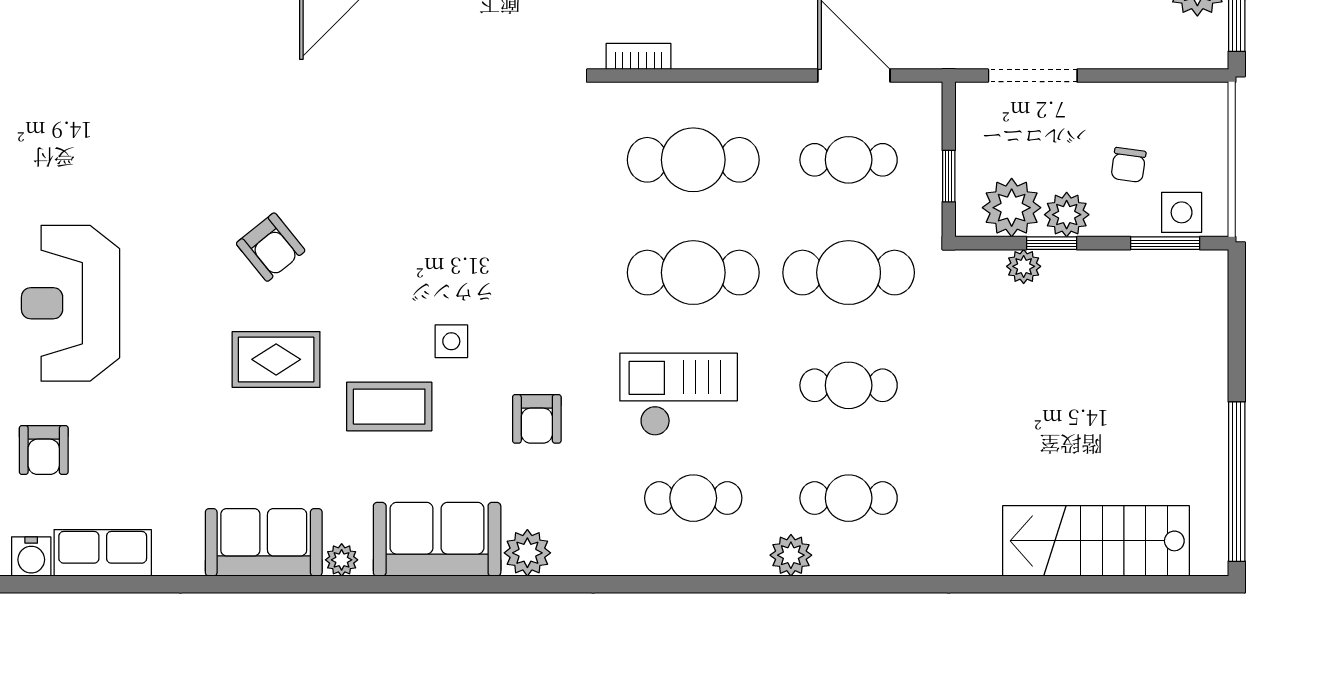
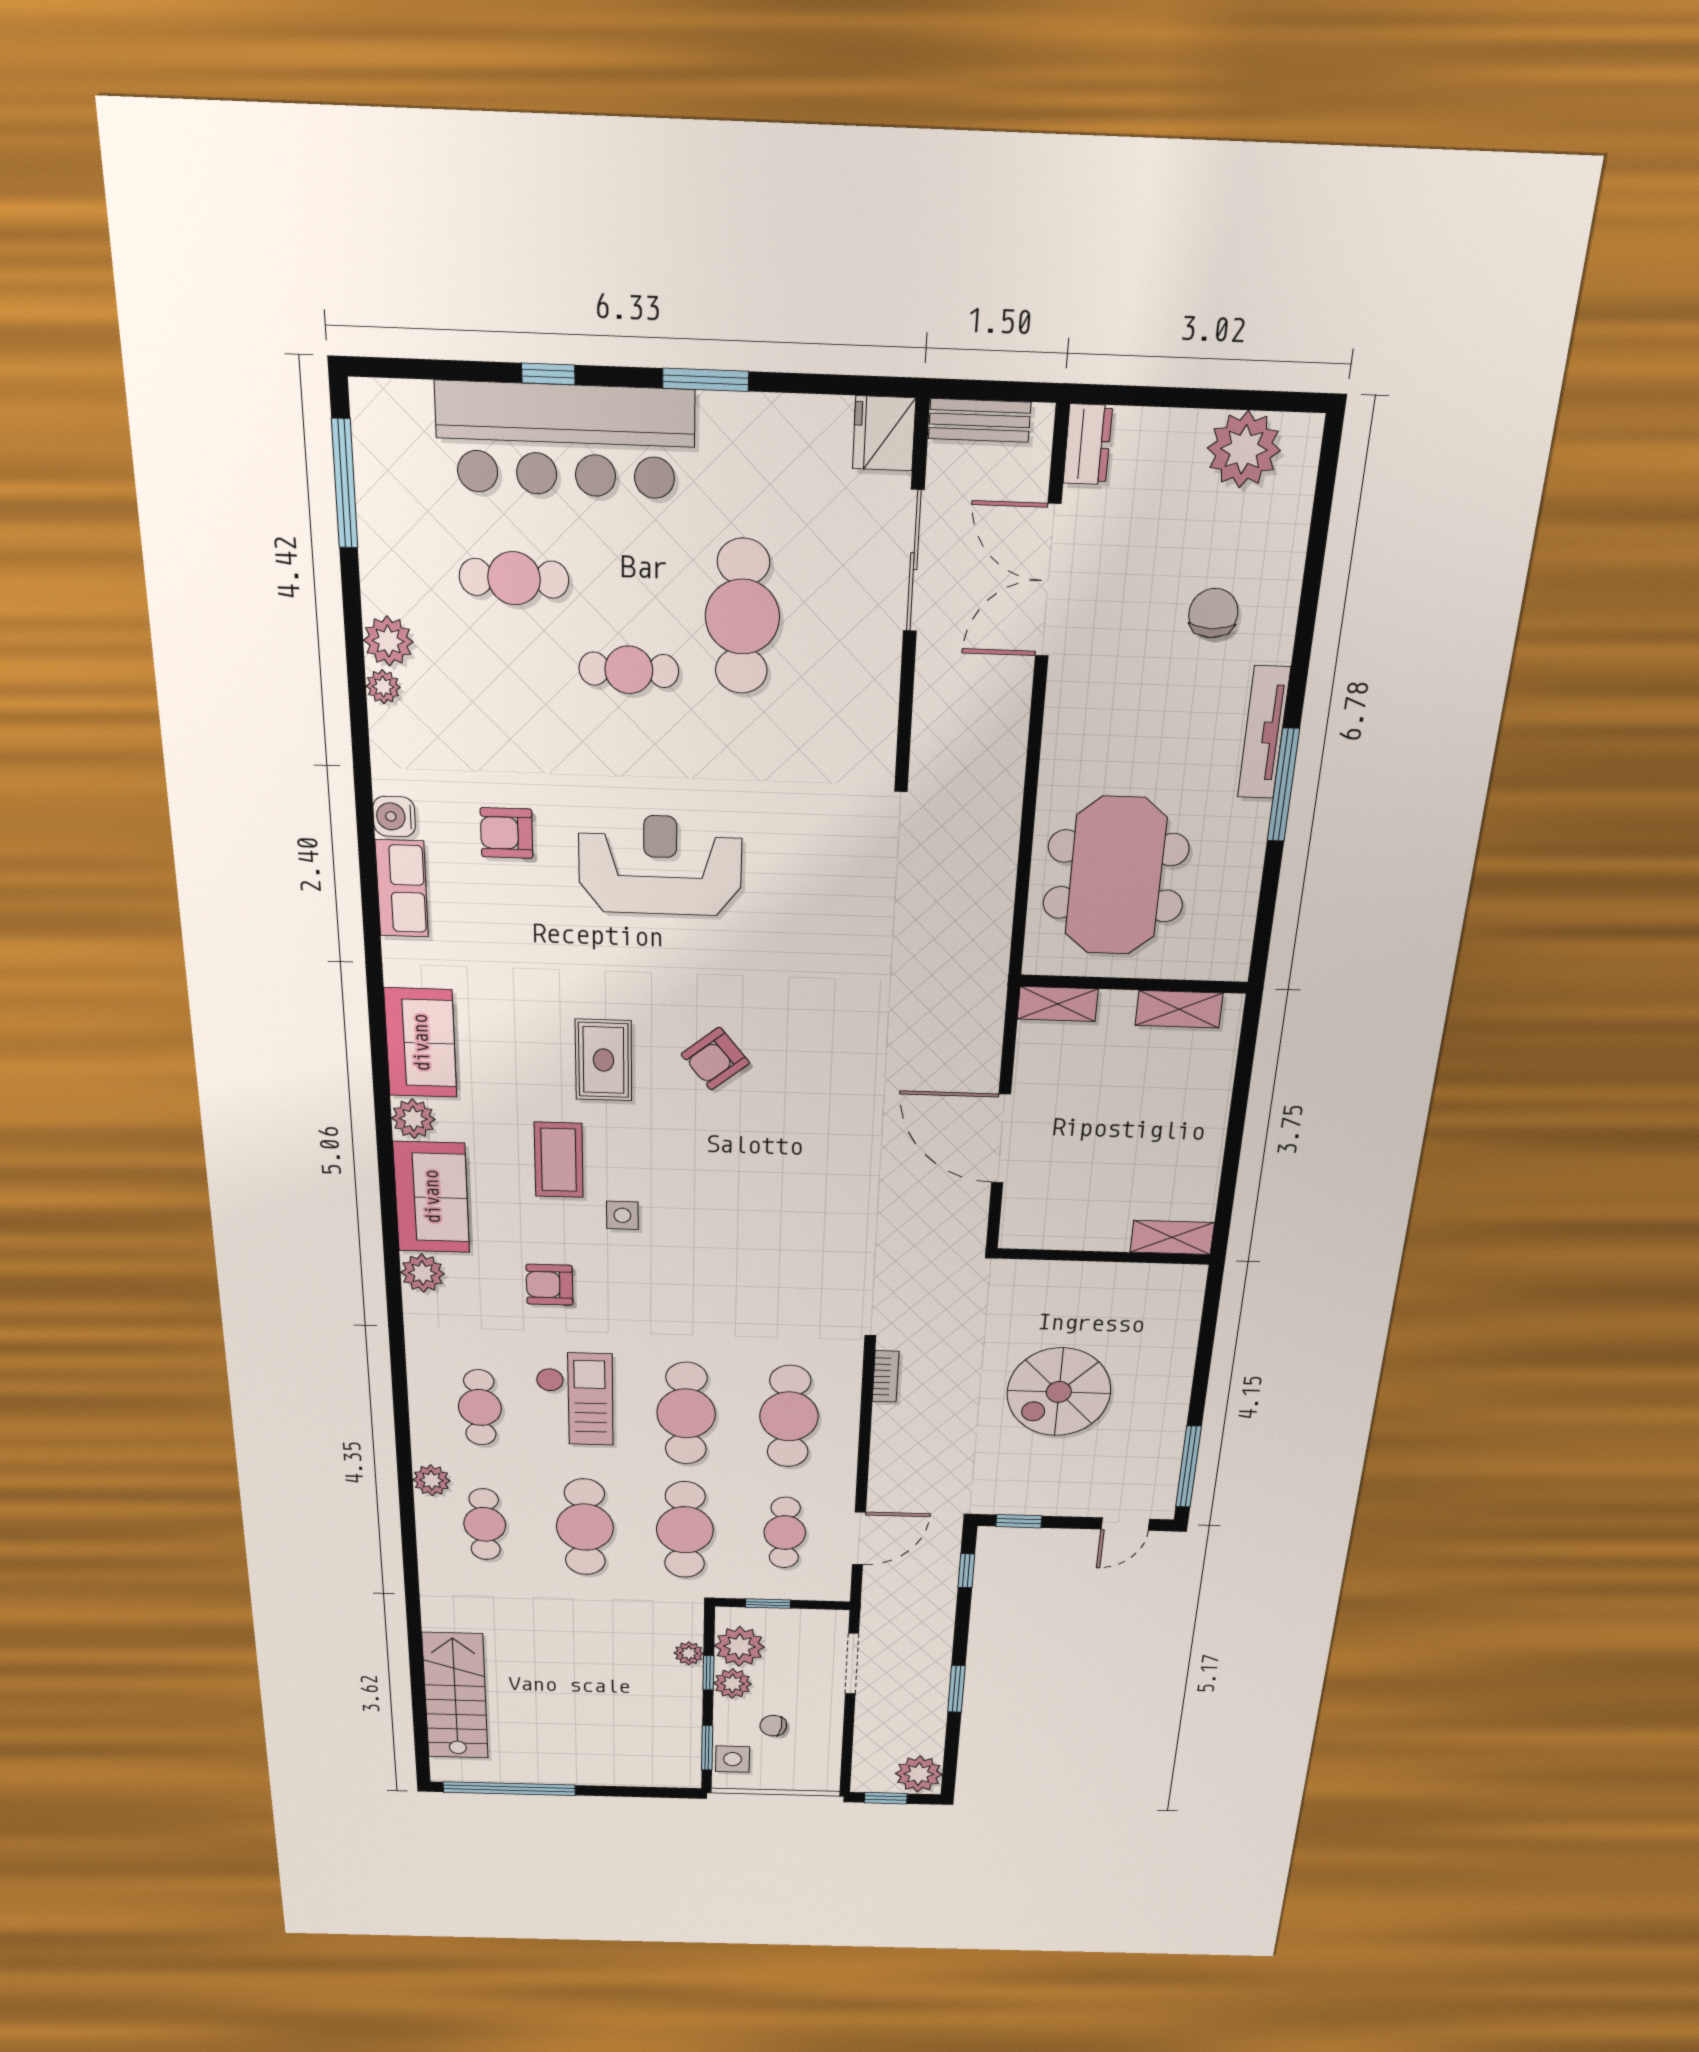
cafe table: (849, 385) -> (585, 1527), width x1.37, depth x1.35
plant: (342, 560) -> (413, 1119), width x1.38, depth x1.38

